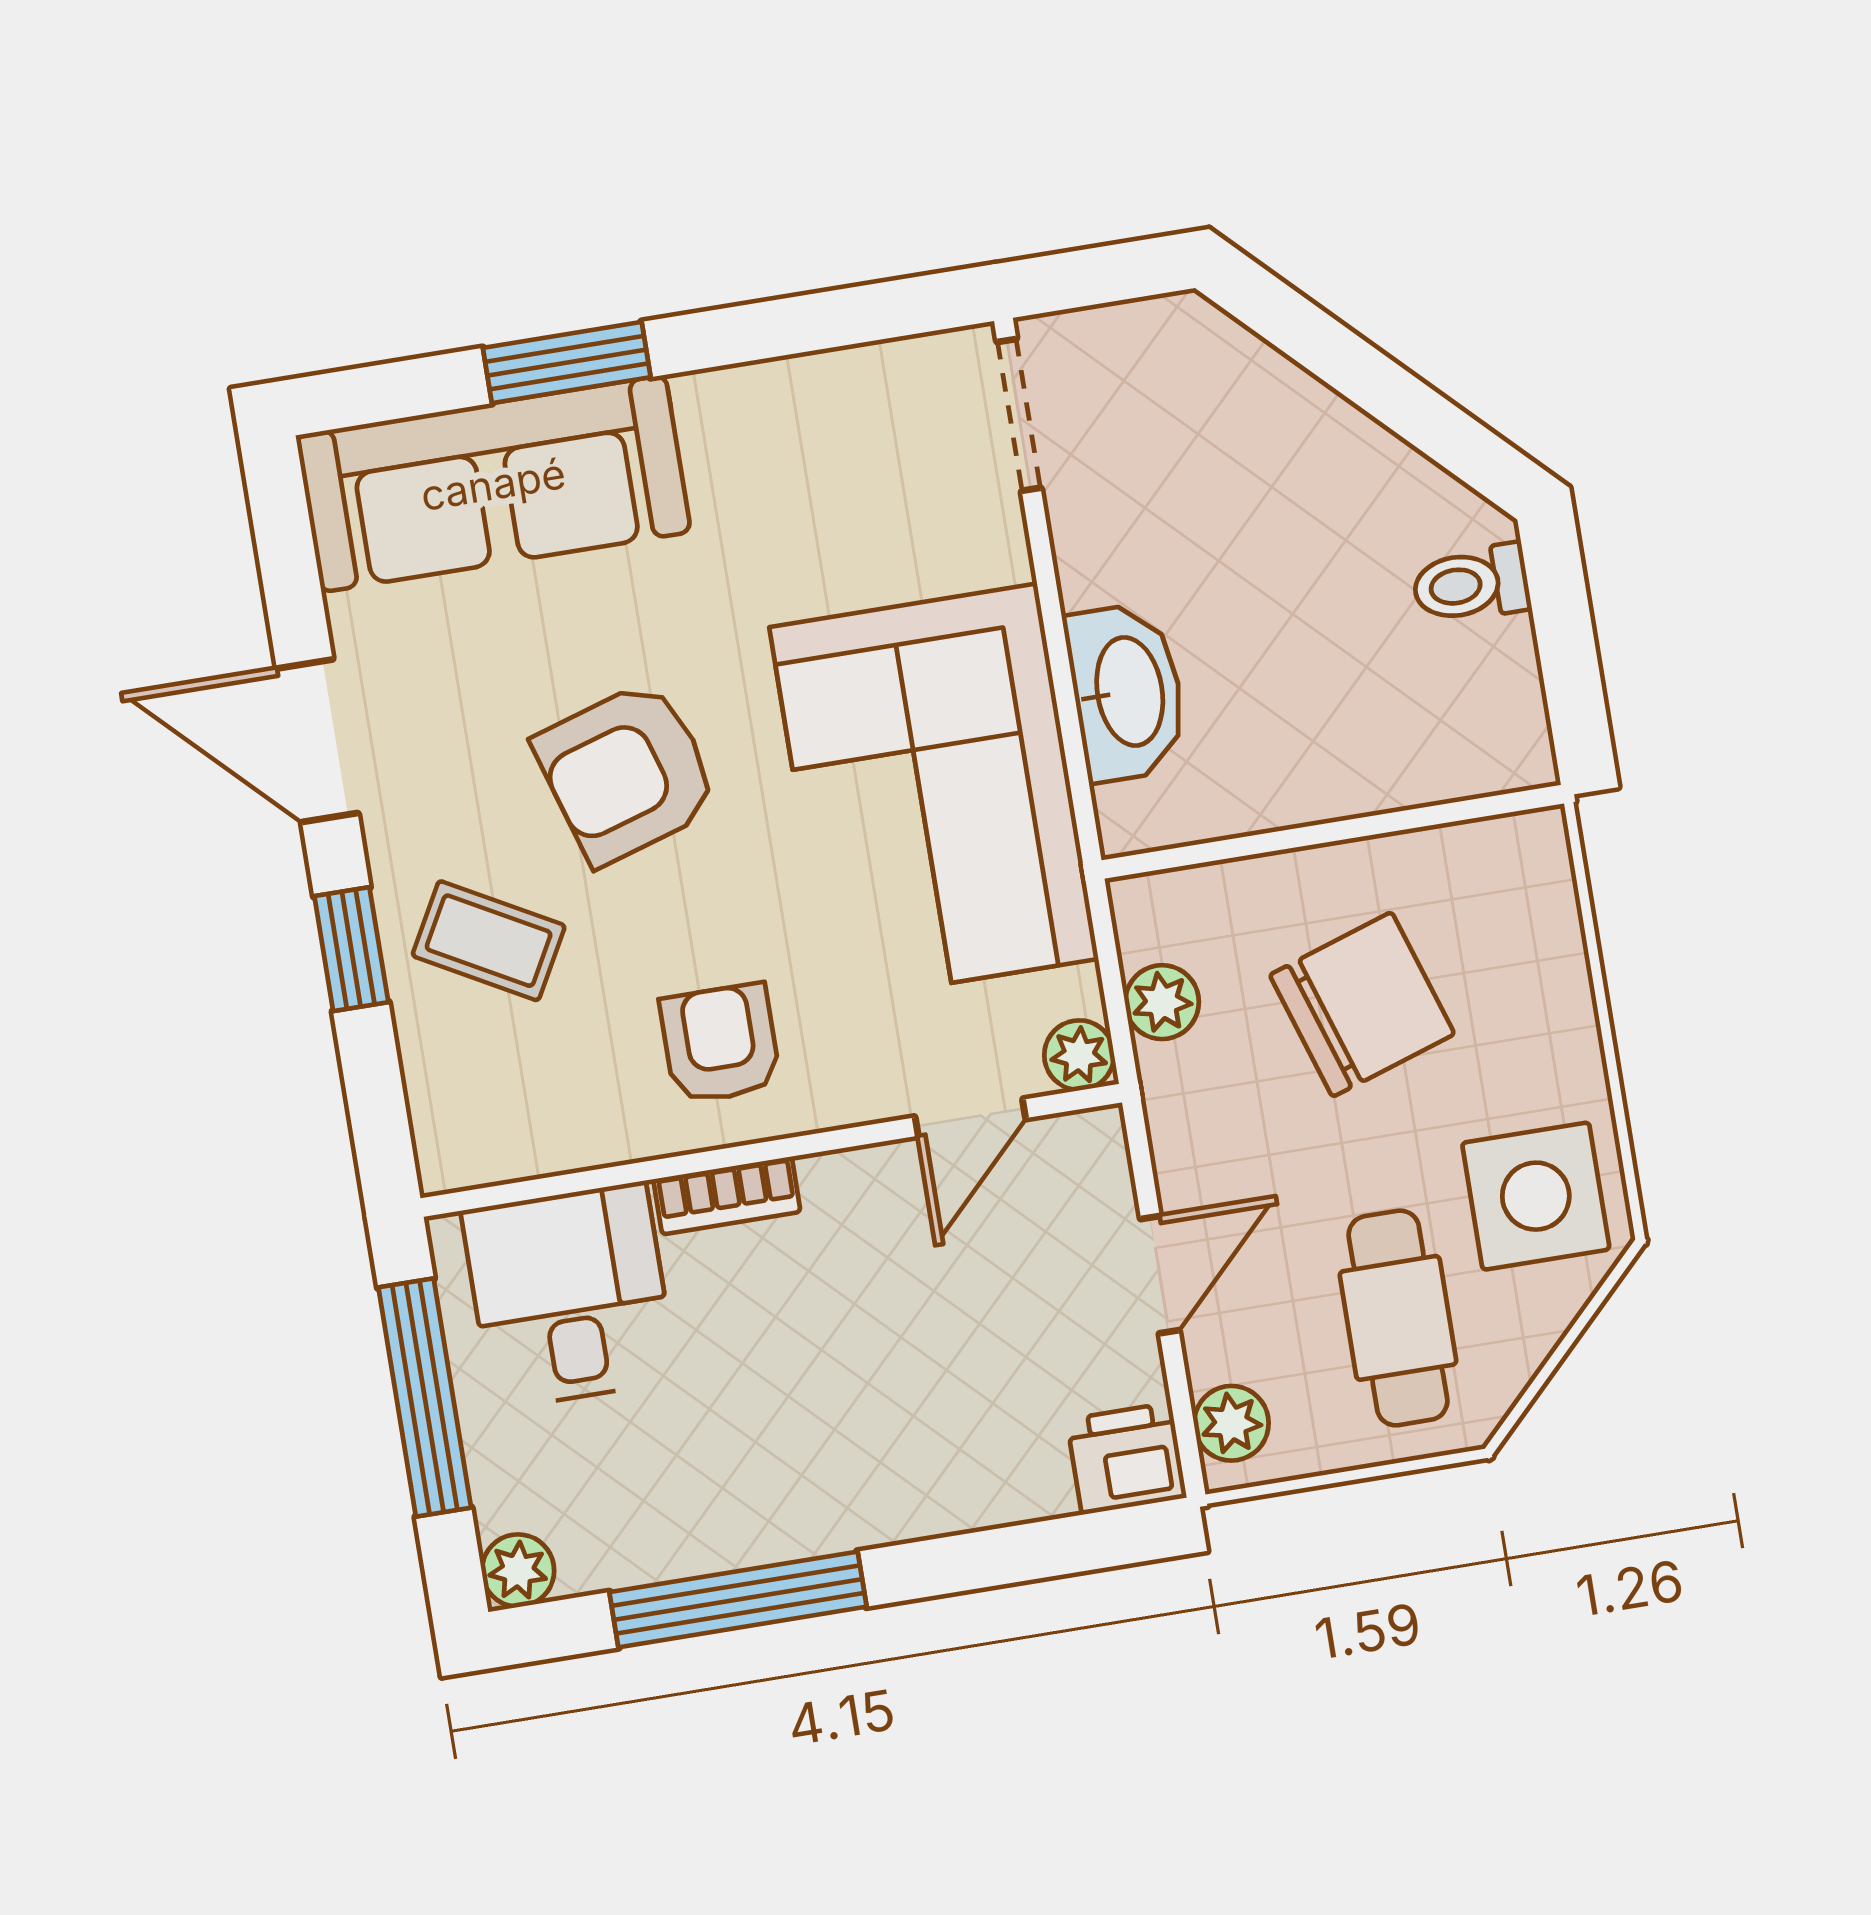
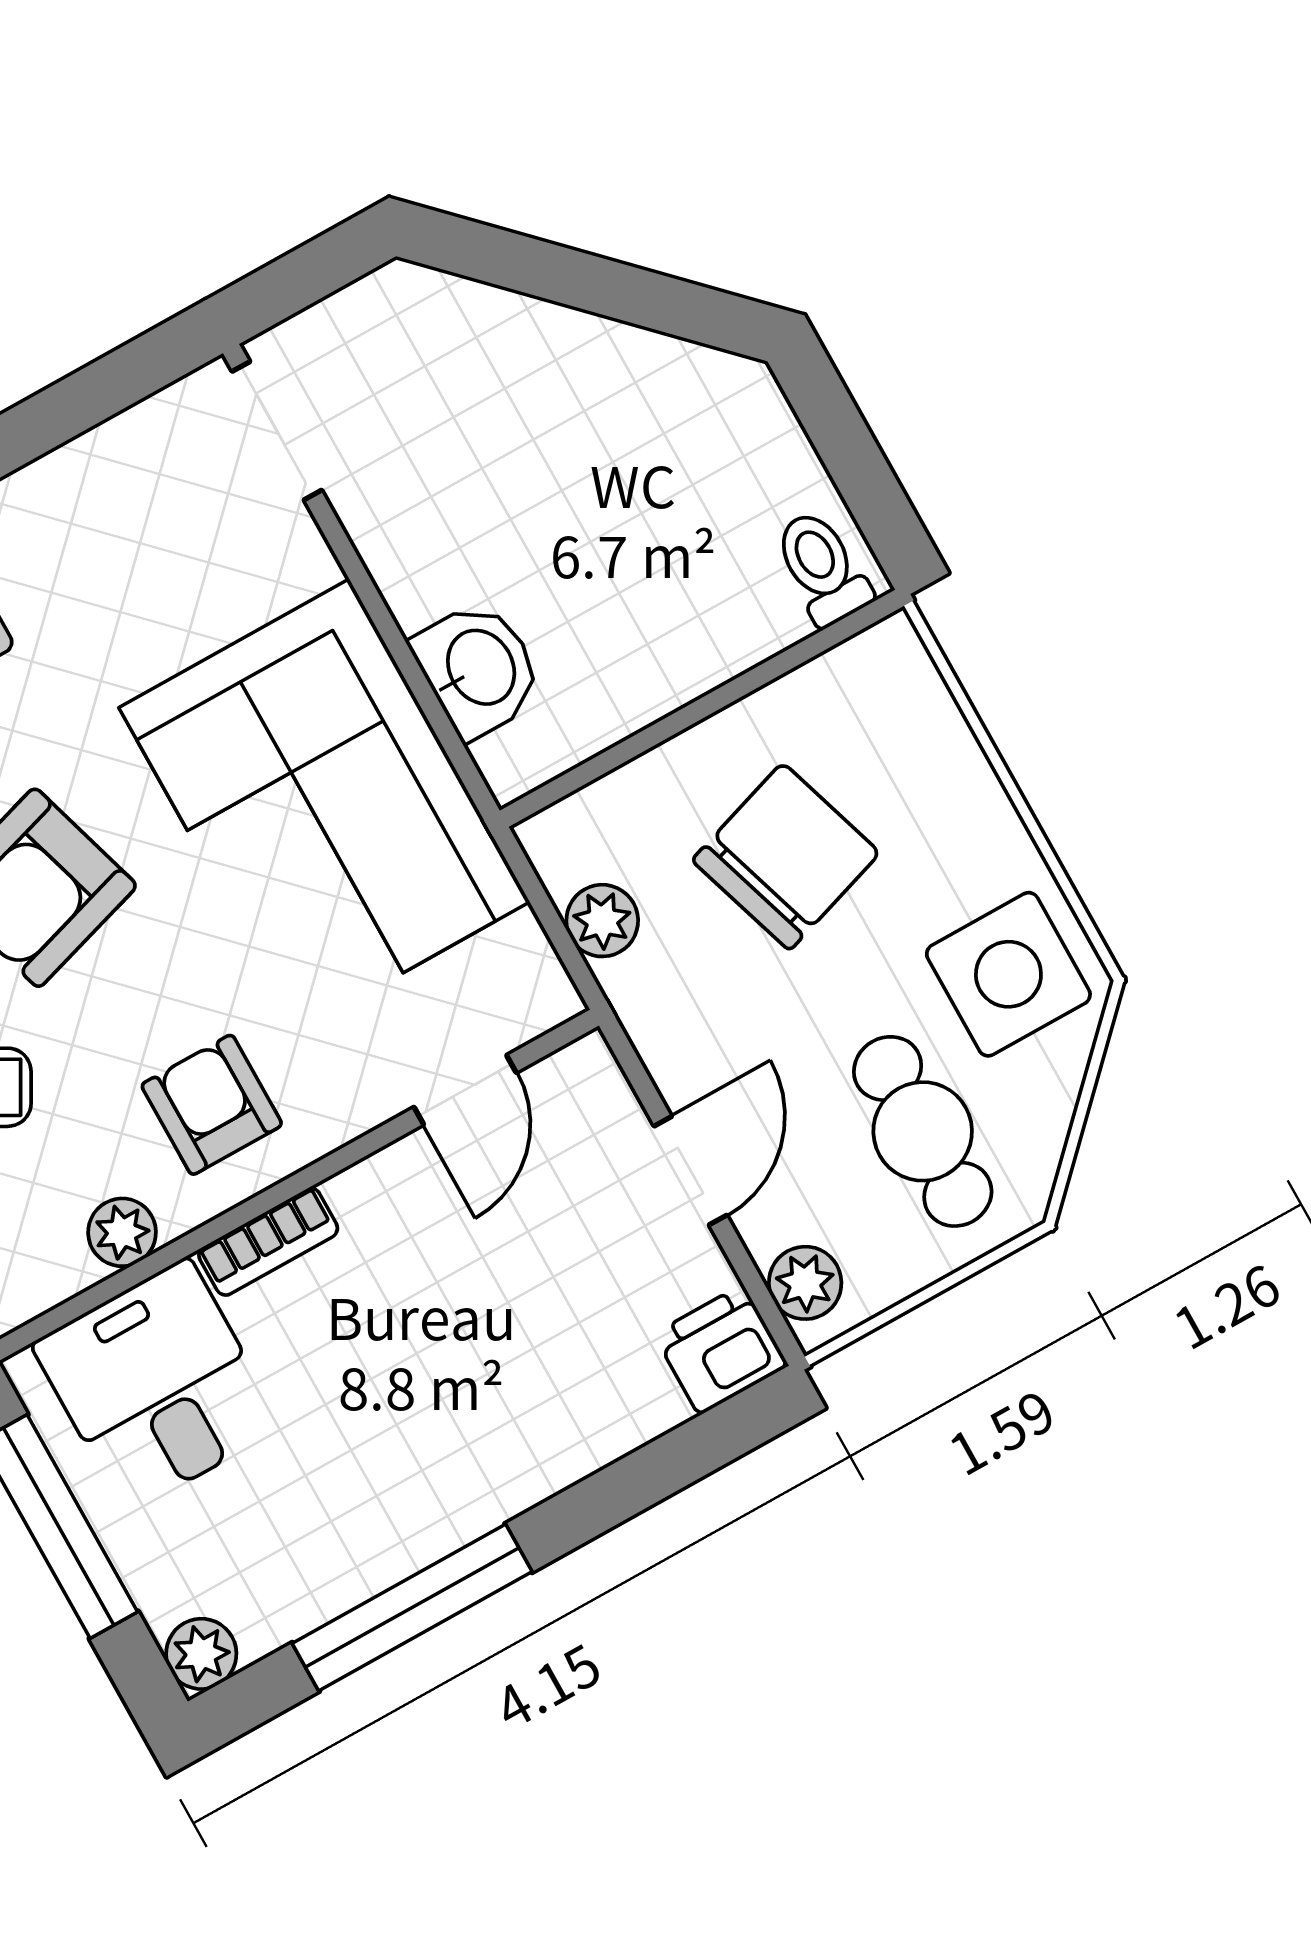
toilet: (1471, 584) -> (822, 568), moved, turned 90
washbasin: (1127, 692) -> (478, 669), width x0.72
plant: (1079, 1055) -> (122, 1232), moved

